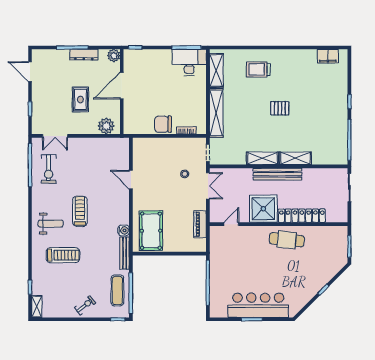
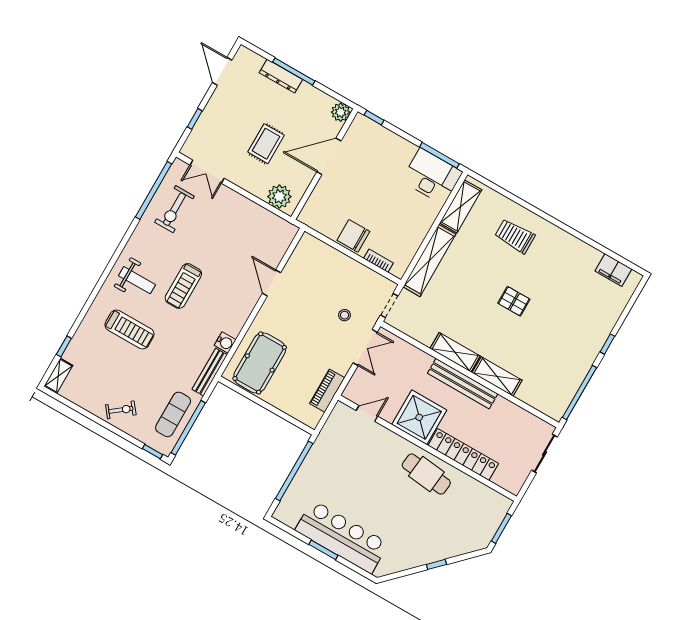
dresser: (84, 55) -> (281, 76), moved
treadmill: (80, 211) -> (183, 286), turned 180

